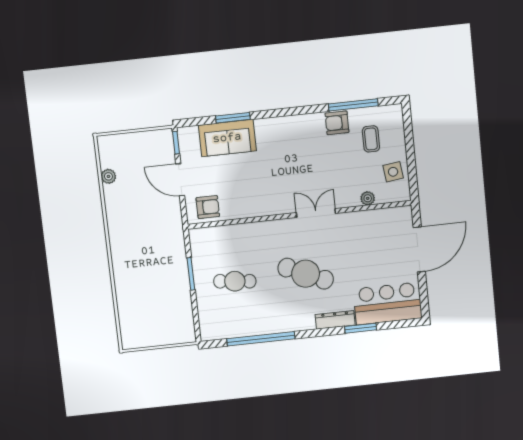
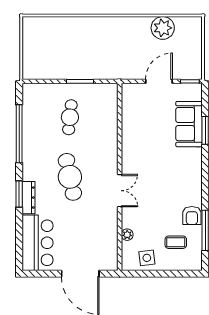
armchair: (337, 123) -> (192, 216), turned 180
plant: (108, 176) -> (163, 28), width x1.87, depth x1.87
armchair: (208, 207) -> (134, 102), removed
cafe table: (306, 274) -> (70, 177), turned -36
window: (361, 328) -> (19, 194), moved

